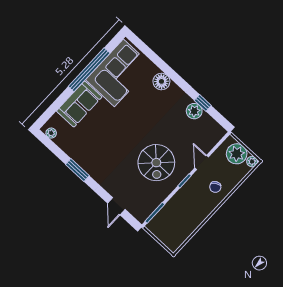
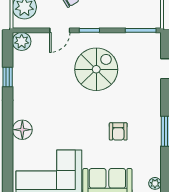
plant: (194, 111) -> (22, 41), moved
armchair: (105, 140) -> (118, 131), added

